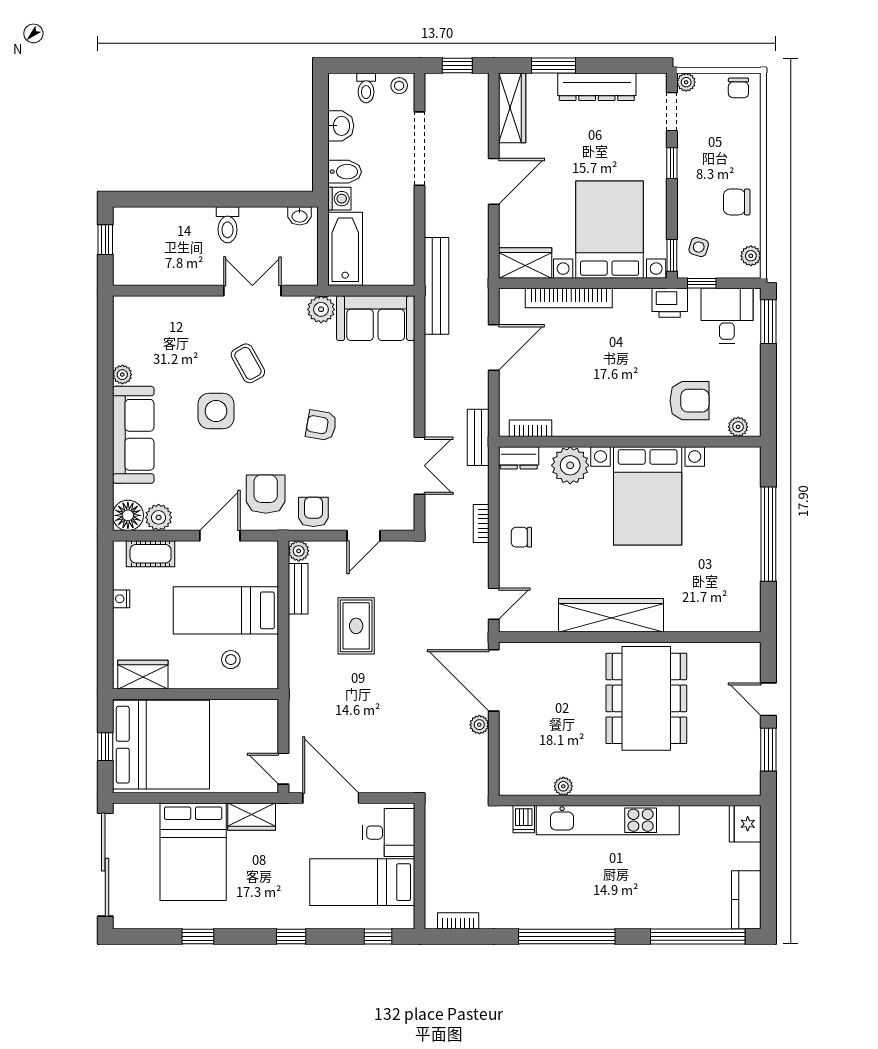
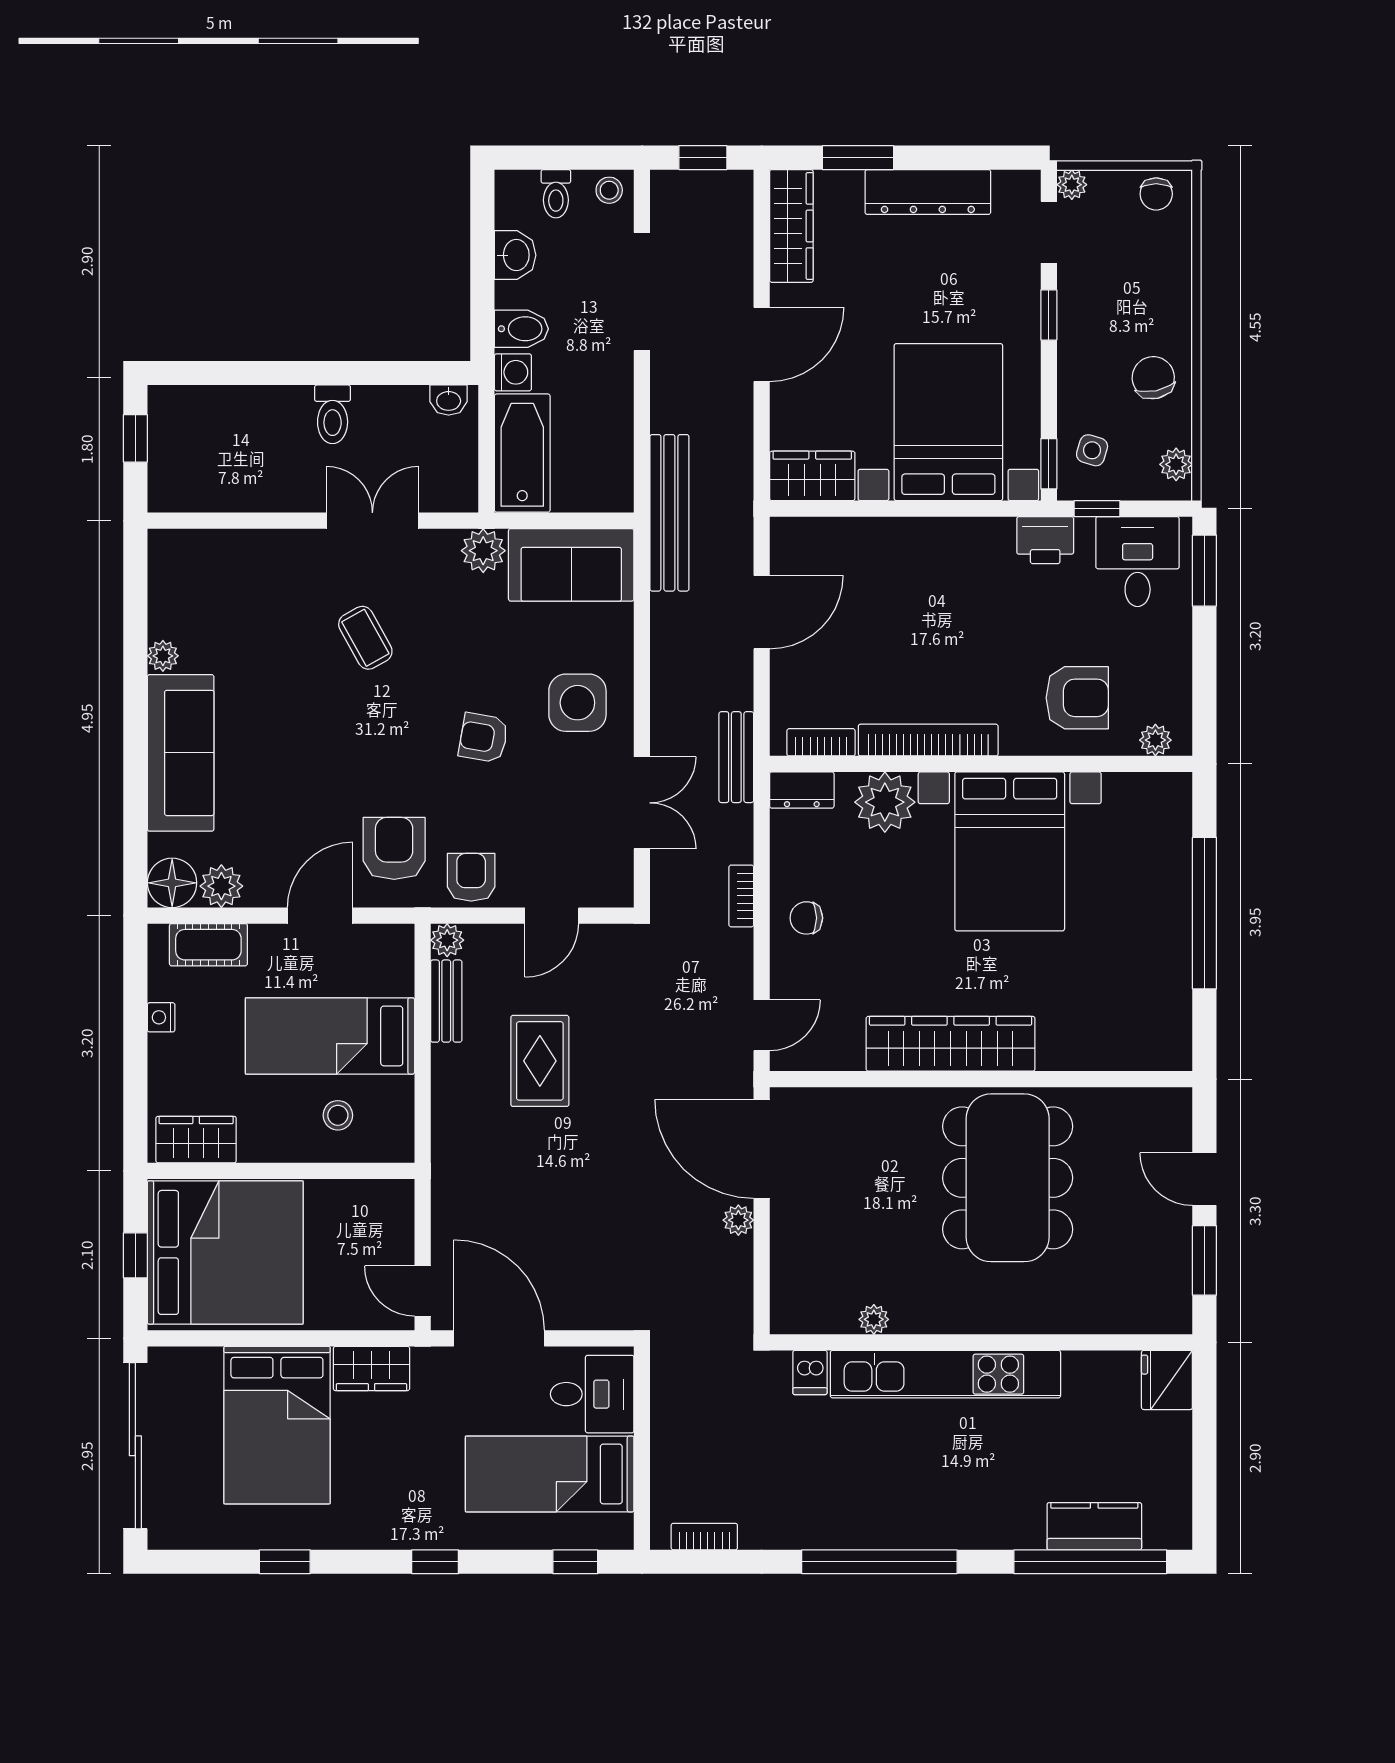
chair: (737, 202) -> (1153, 378), turned 78
bookcase: (569, 298) -> (928, 740), moved, turned 180
side table: (216, 411) -> (577, 703), moved
kitchen counter: (746, 900) -> (1094, 1526), moved, turned 90

